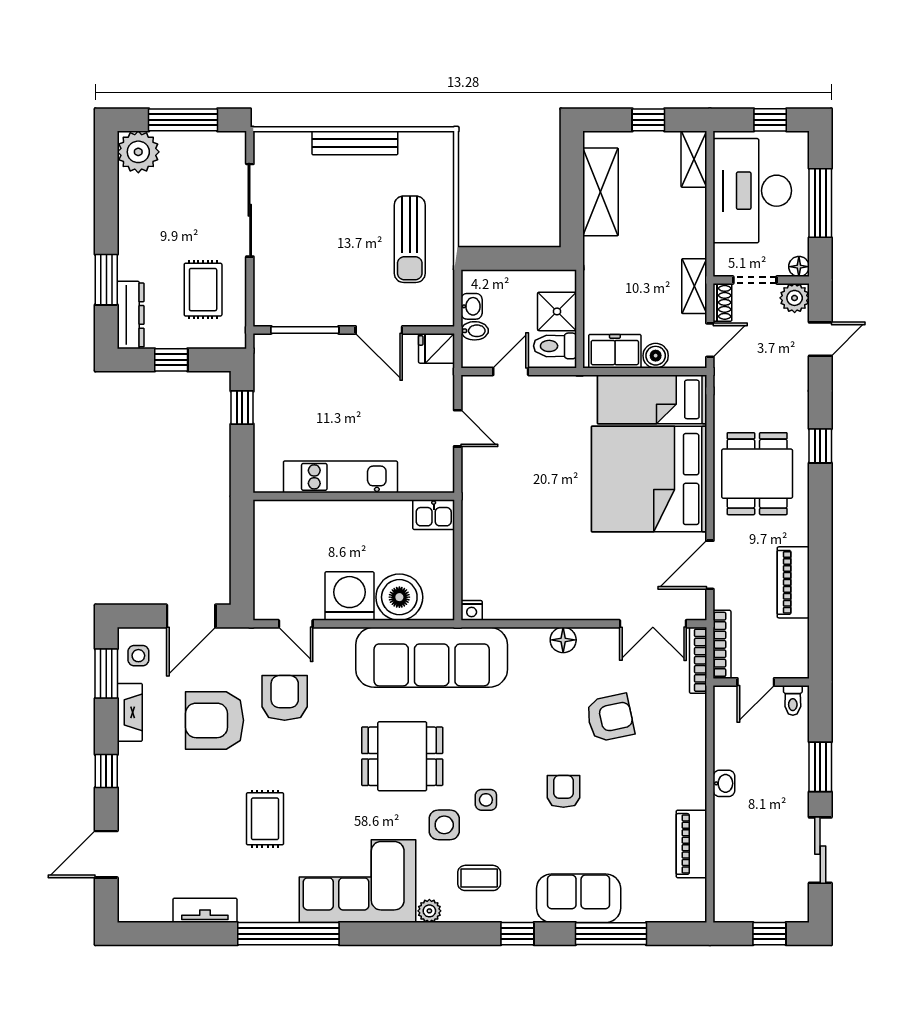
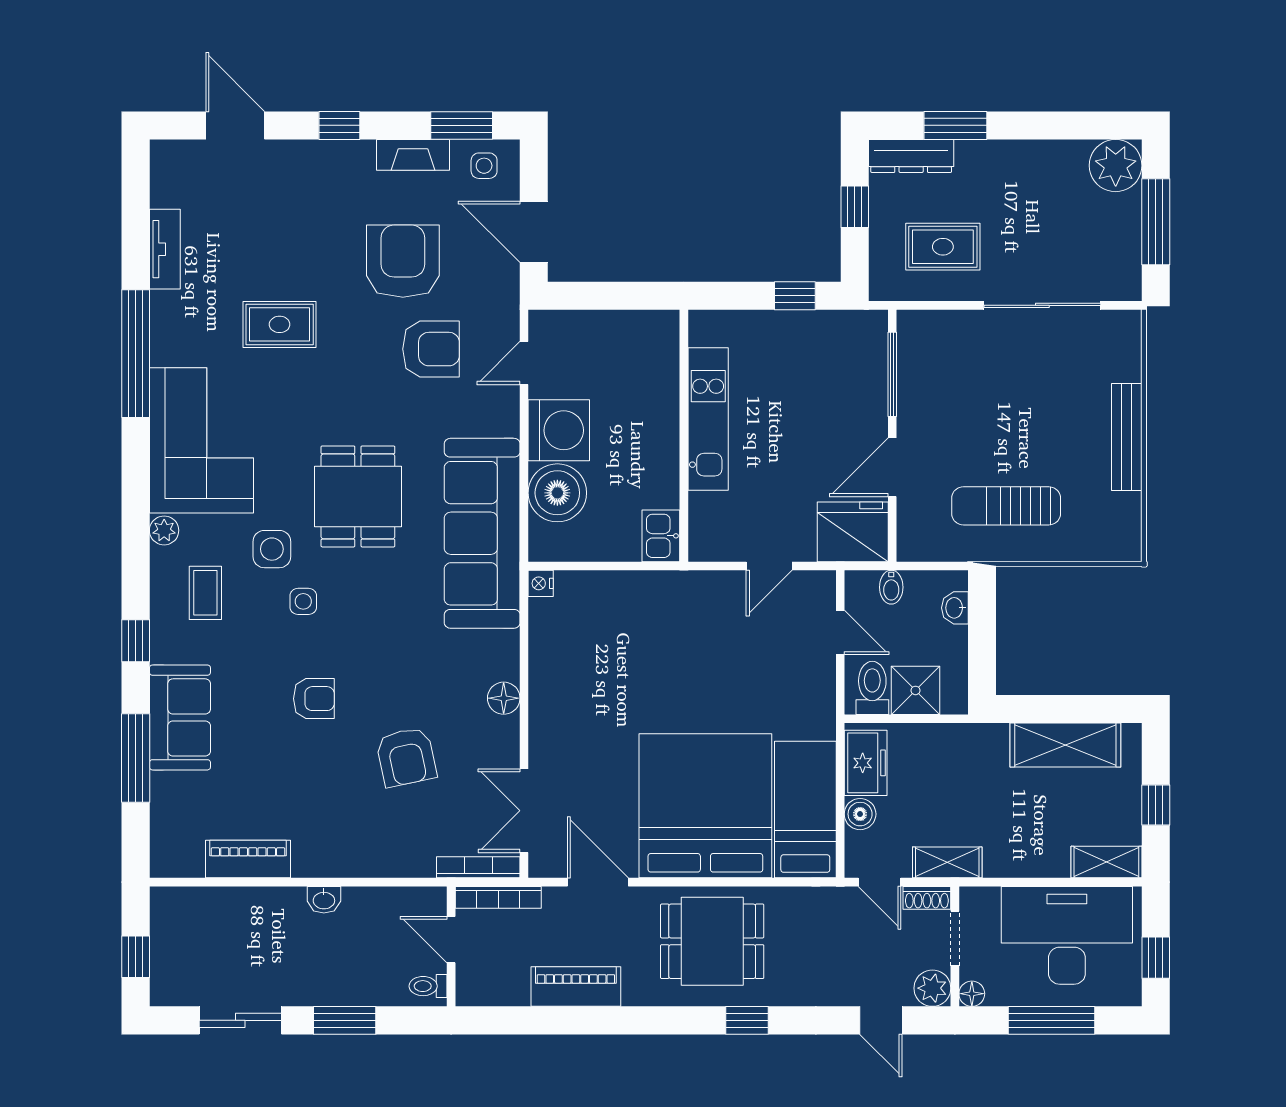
washbasin: (472, 306) -> (955, 608), moved, turned 90
fridge: (436, 348) -> (853, 532), width x1.88, depth x1.34

